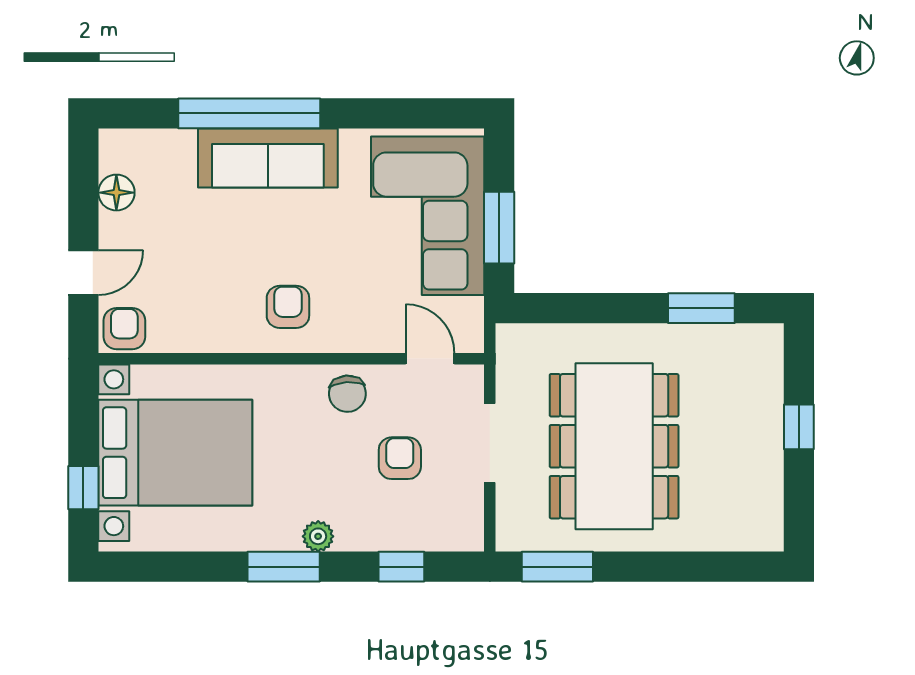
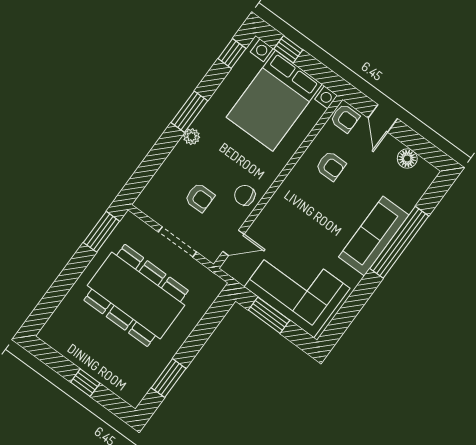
armchair: (288, 307) -> (331, 166), moved
window: (401, 567) -> (232, 54), moved

